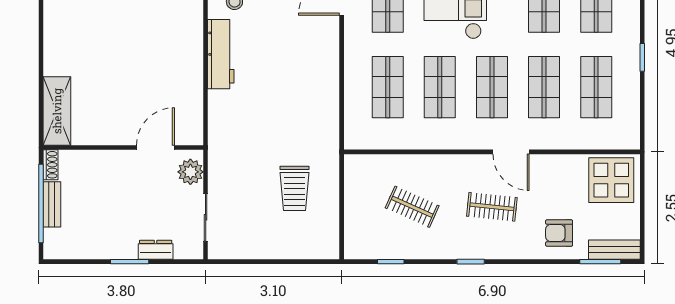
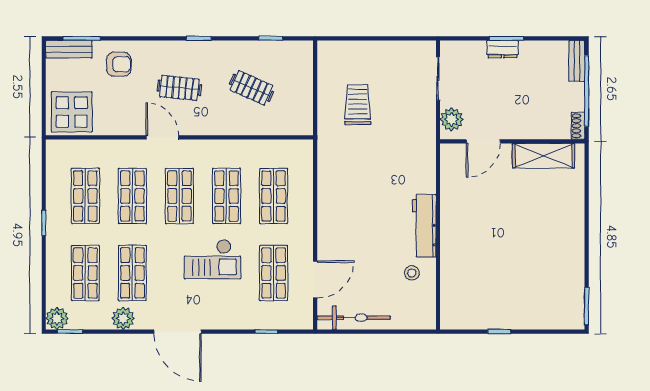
shelving: (57, 111) -> (544, 156), moved, turned 90
bench: (52, 204) -> (577, 61), moved
dresser: (156, 250) -> (503, 49), moved

